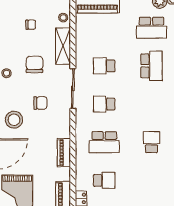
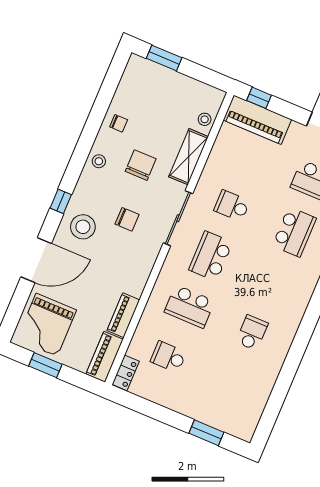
chair: (31, 25) -> (119, 123), moved
school desk: (104, 104) -> (211, 256), width x1.85
piano: (64, 153) -> (123, 315), moved
school desk: (104, 180) -> (168, 357), turned 180

